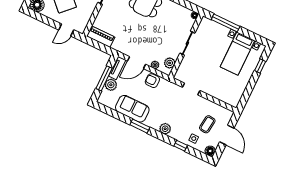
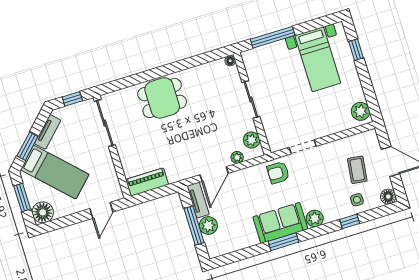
armchair: (152, 81) -> (278, 173), moved
plant: (235, 98) -> (361, 111), added
sofa: (132, 109) -> (280, 223), moved

